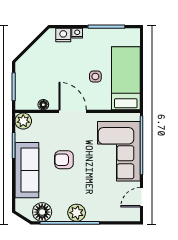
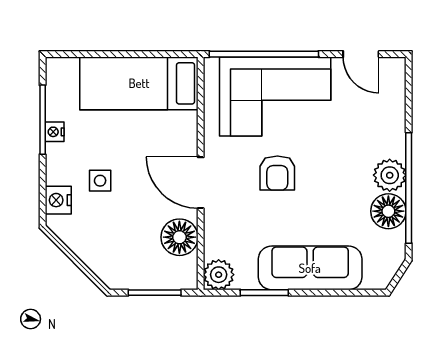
nightstand: (77, 33) -> (55, 132), moved
side table: (95, 76) -> (100, 181), moved
floor lamp: (43, 105) -> (179, 237), width x1.89, depth x1.89
door: (73, 111) -> (201, 183), hinge flipped
armchair: (64, 160) -> (277, 173), moved
floor lamp: (42, 212) -> (388, 211), moved

